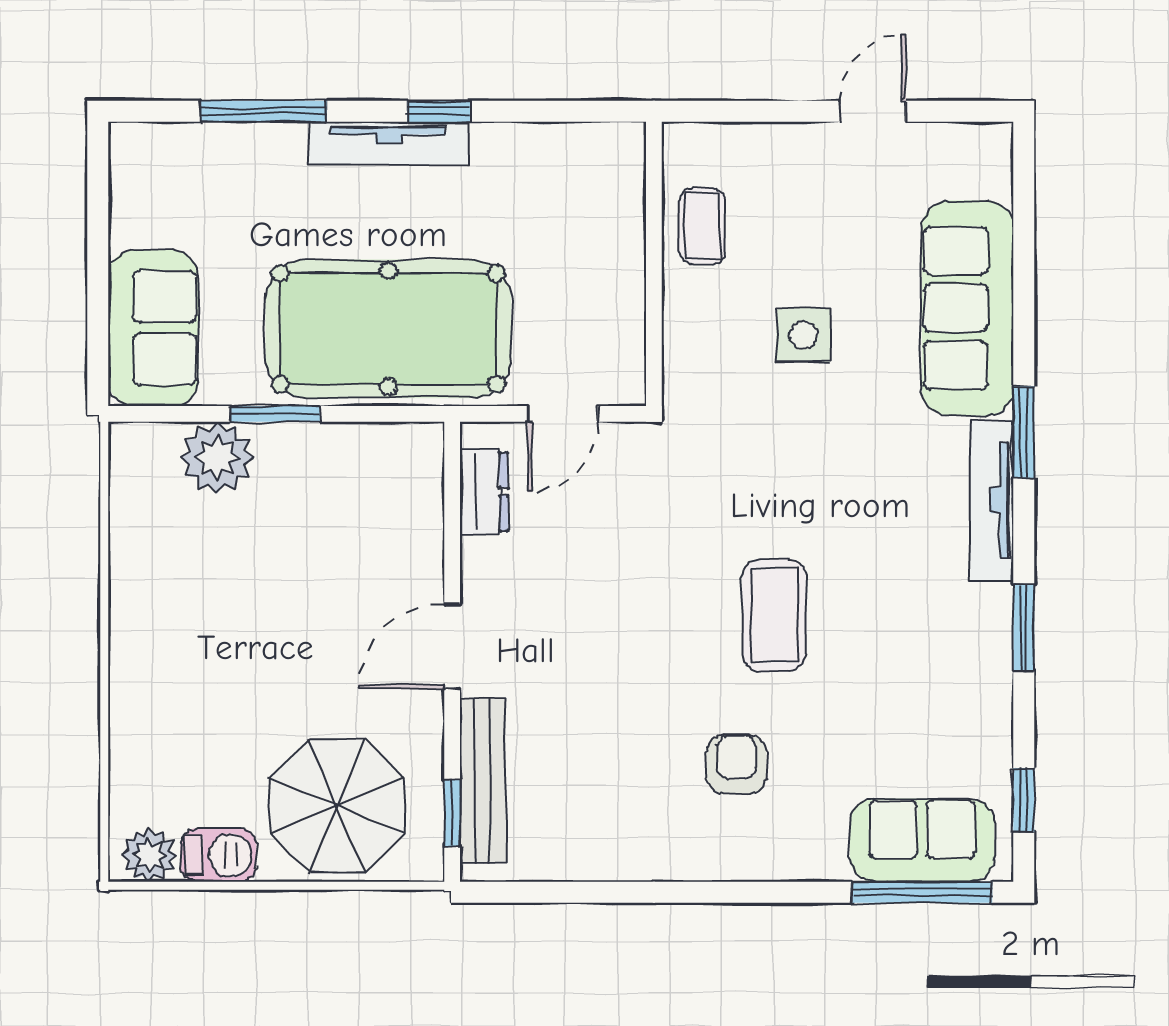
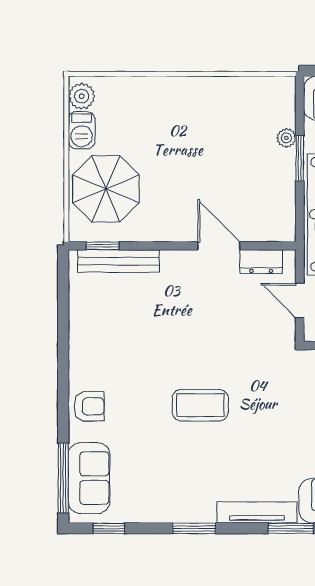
plant: (217, 458) -> (286, 138), width x0.53, depth x0.53
door: (452, 646) -> (219, 246), moved
armchair: (736, 764) -> (89, 406), moved

